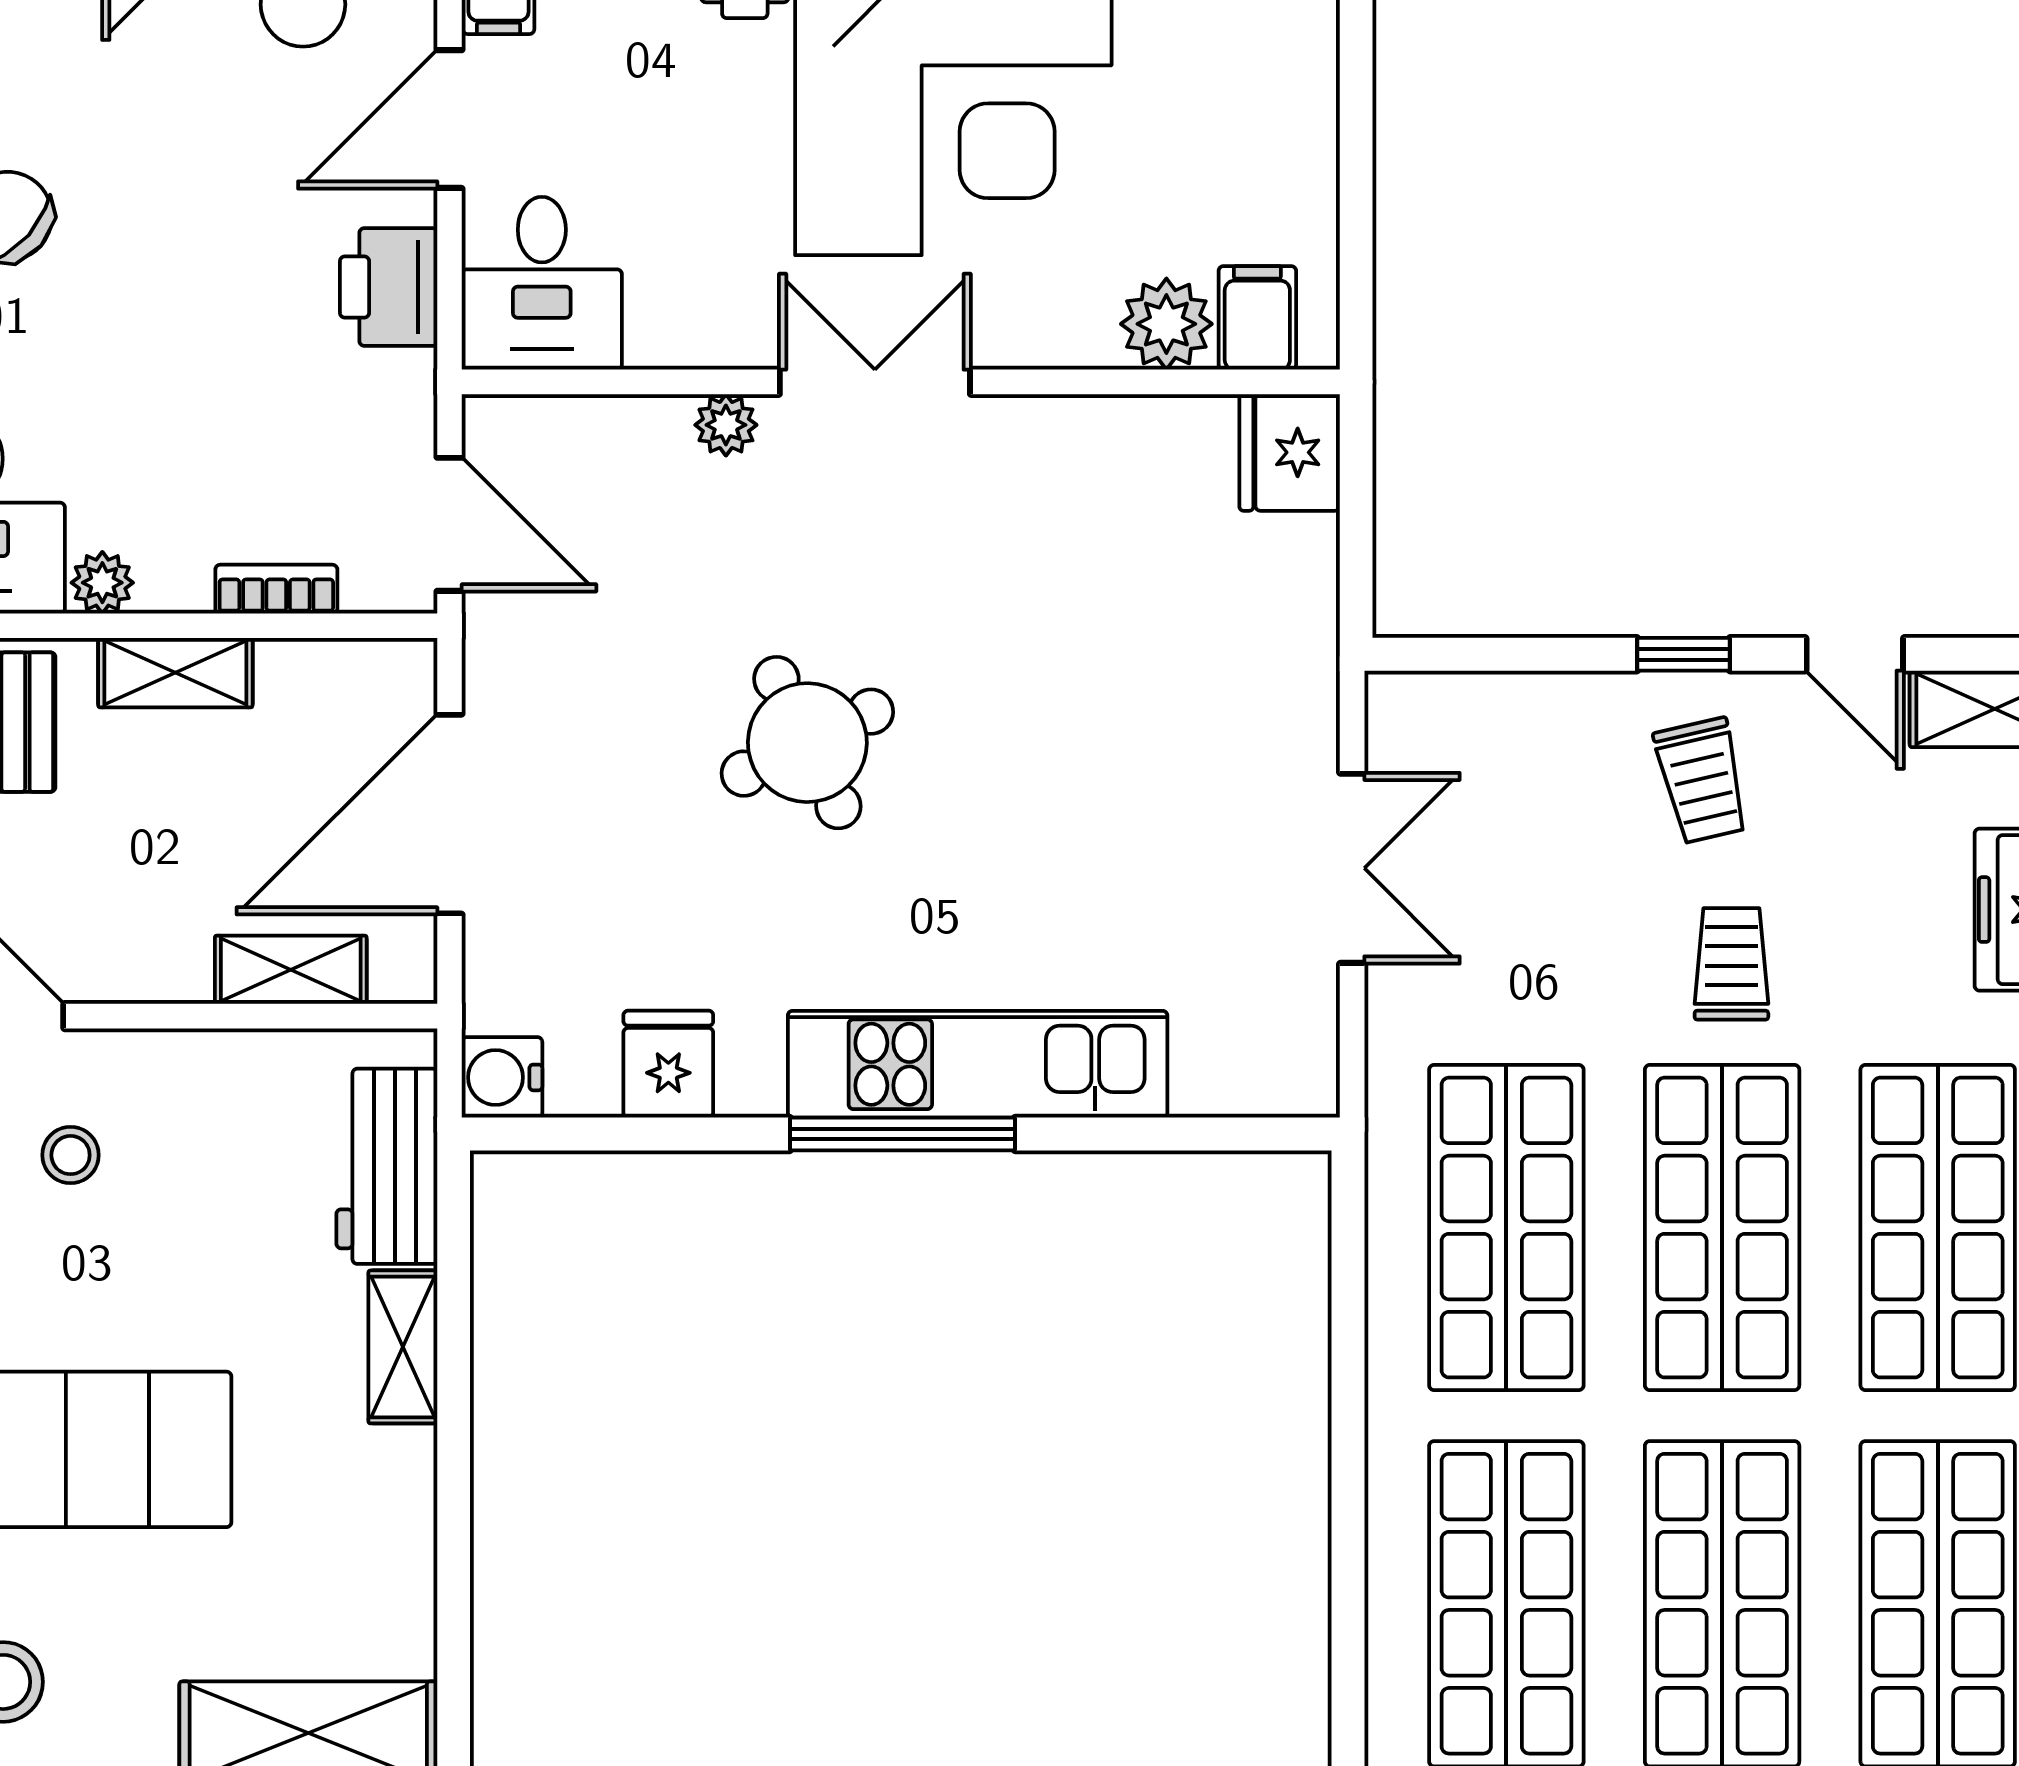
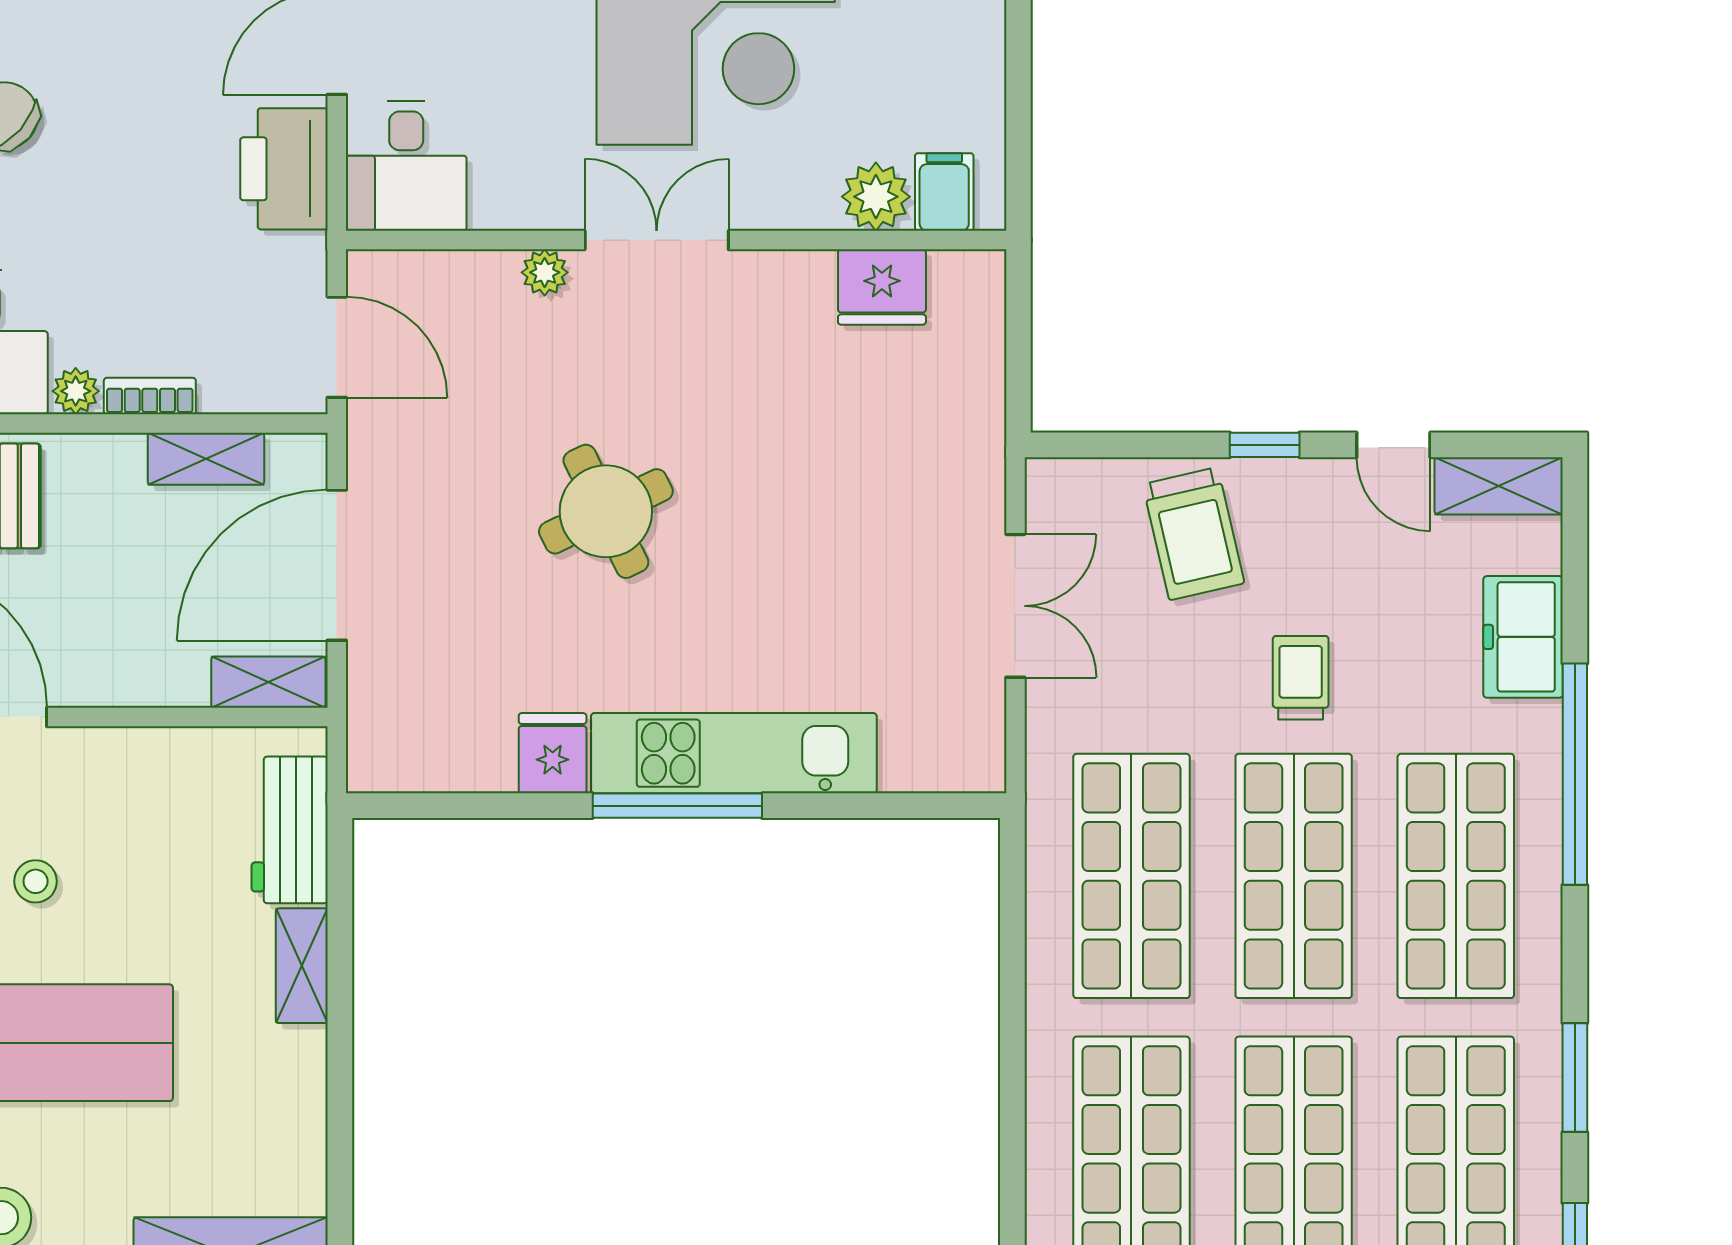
printer: (389, 287) -> (284, 169), width x1.37, depth x1.19
fridge: (1290, 452) -> (882, 287), moved, turned -90
bookcase: (276, 589) -> (150, 396), moved
shelving: (175, 673) -> (206, 459), moved
trolley: (1702, 781) -> (1194, 534), moved, width x1.36, depth x1.39
shelving: (291, 970) -> (268, 682), moved
fridge: (668, 1064) -> (553, 753), moved
water cooler: (502, 1077) -> (376, 763), removed
stool: (71, 1155) -> (36, 881), moved

